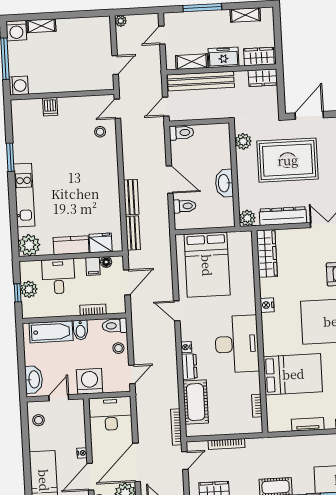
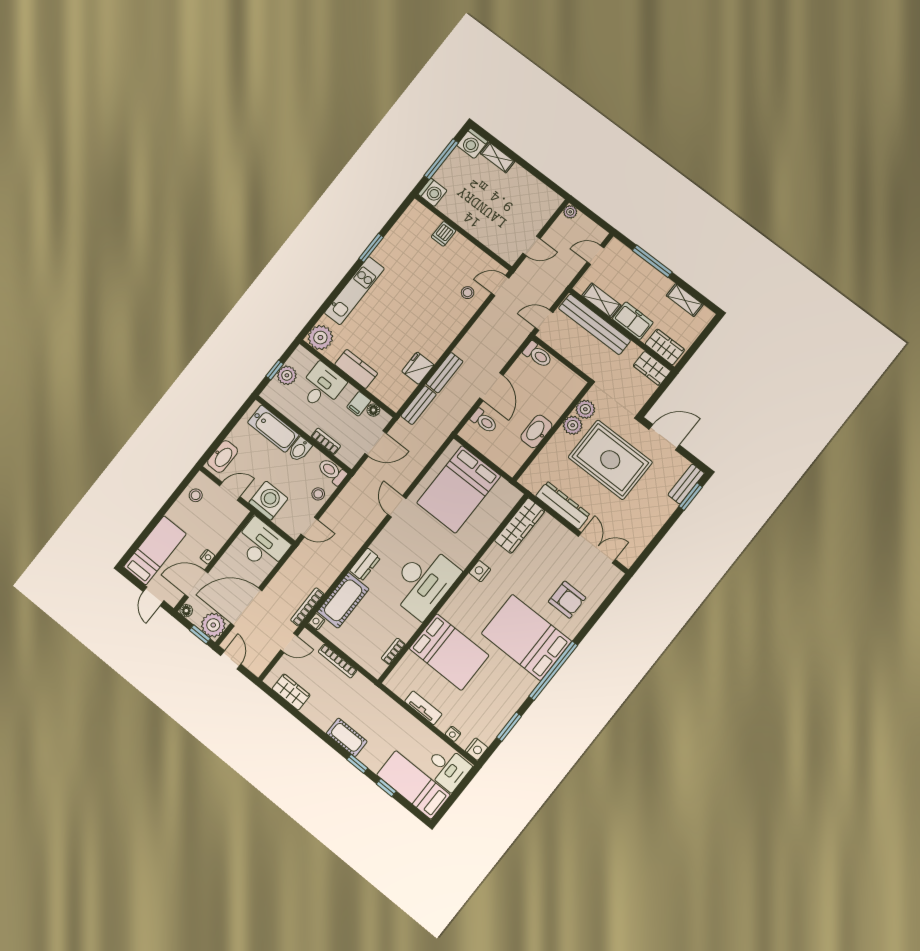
plant: (247, 218) -> (573, 425), moved
fridge: (101, 243) -> (418, 368), moved, turned -90
nightstand: (186, 347) -> (317, 622), moved

